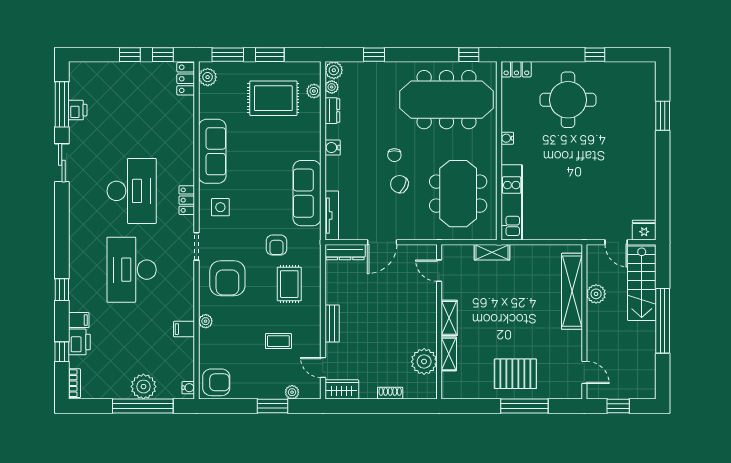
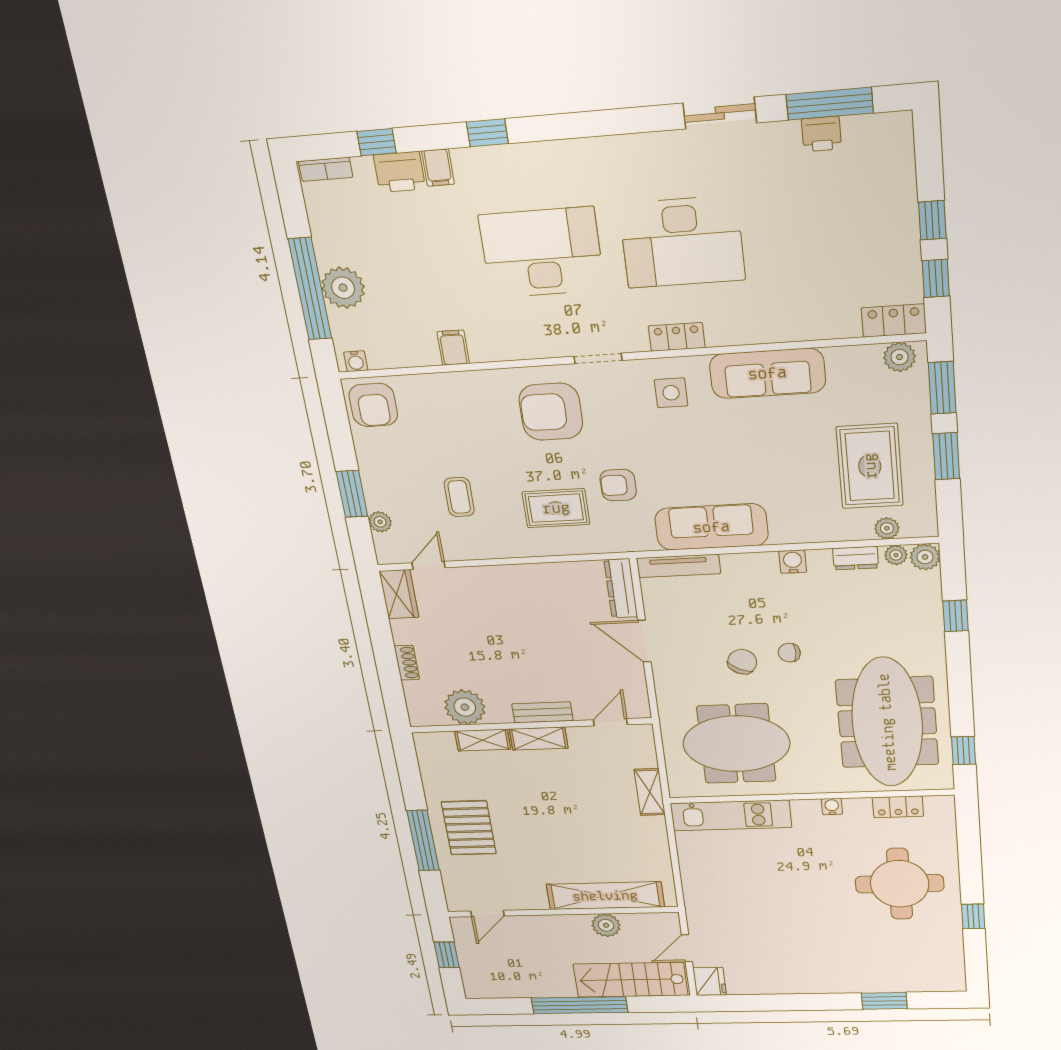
locker: (516, 69) -> (898, 807), moved, turned -90
plant: (206, 321) -> (472, 381), removed
bench: (332, 323) -> (542, 712), moved

